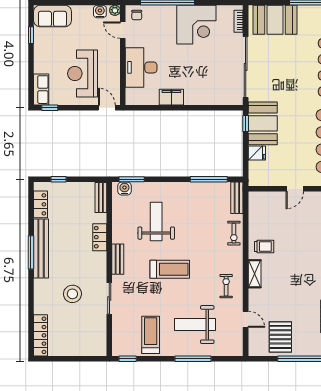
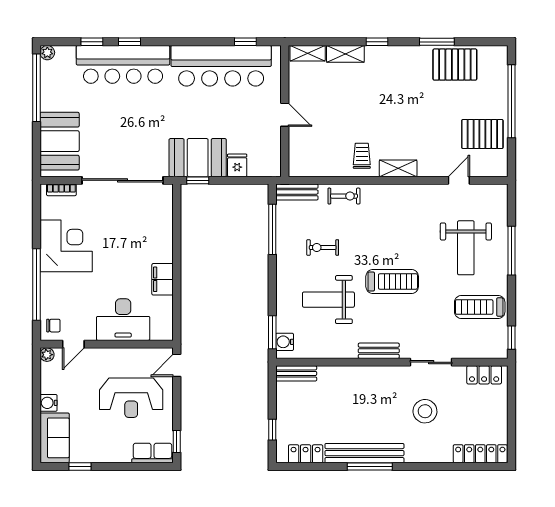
water cooler: (100, 12) -> (49, 403), moved
locker: (100, 237) -> (484, 375), moved
treadmill: (170, 269) -> (392, 281), turned 90
exercise bike: (226, 286) -> (323, 247), moved

